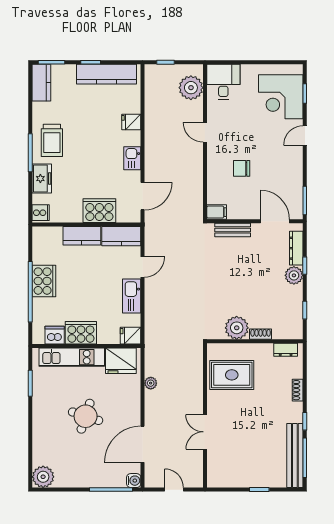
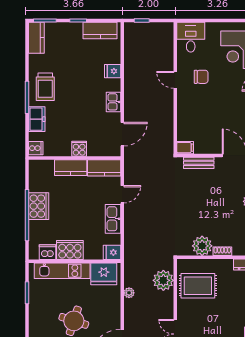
kitchen counter: (107, 74) -> (100, 30), width x0.67
plant: (191, 88) -> (163, 280), moved
chair: (242, 168) -> (201, 77), moved, turned 180
cooker: (99, 211) -> (79, 149), width x0.53, depth x0.76

